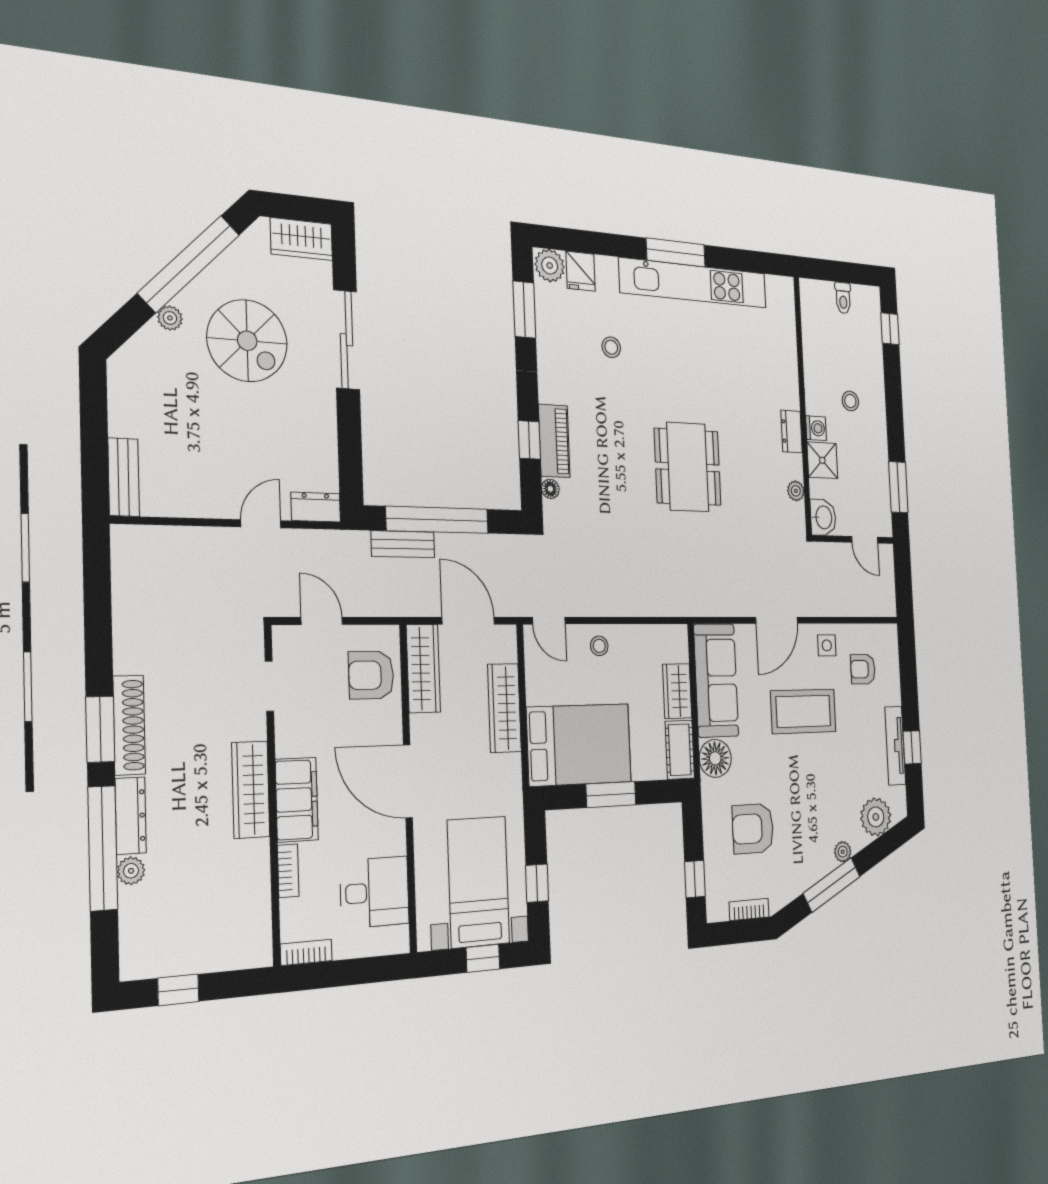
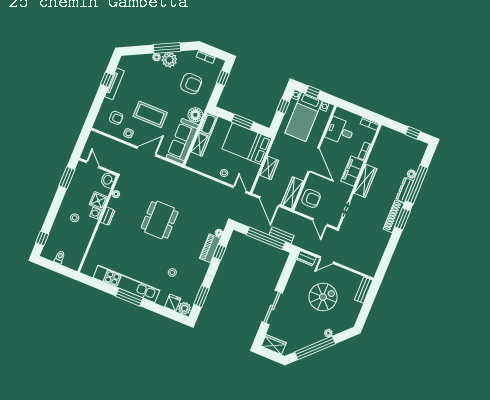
spiral stairs: (247, 341) -> (323, 297), moved, turned 90
wardrobe: (504, 708) -> (269, 168), width x0.67
plant: (876, 817) -> (169, 60), moved

